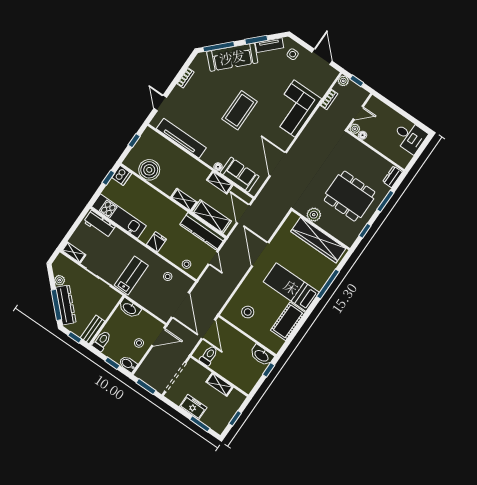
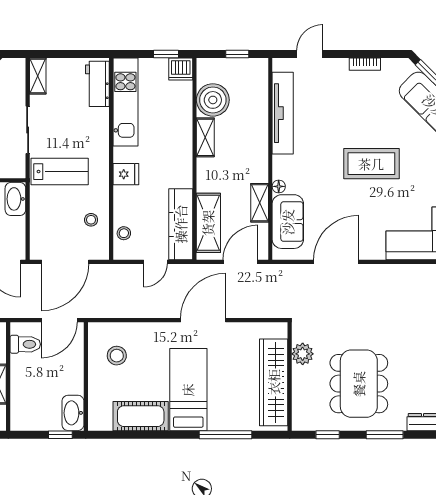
shelving: (184, 200) -> (205, 137), moved

